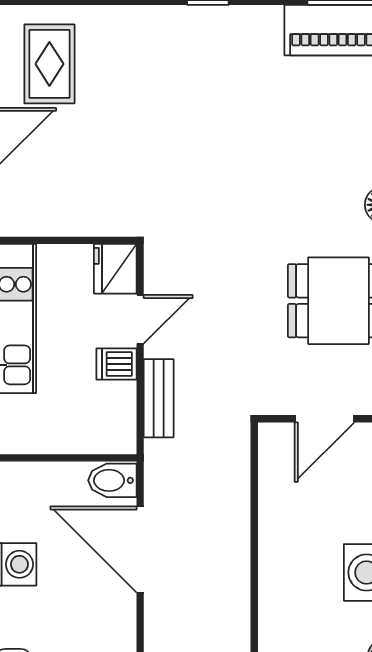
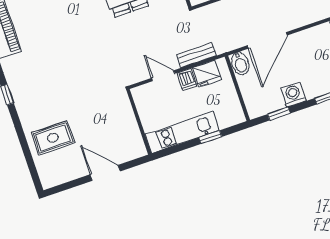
rug: (49, 64) -> (53, 138), moved
fridge: (115, 269) -> (207, 73), moved

